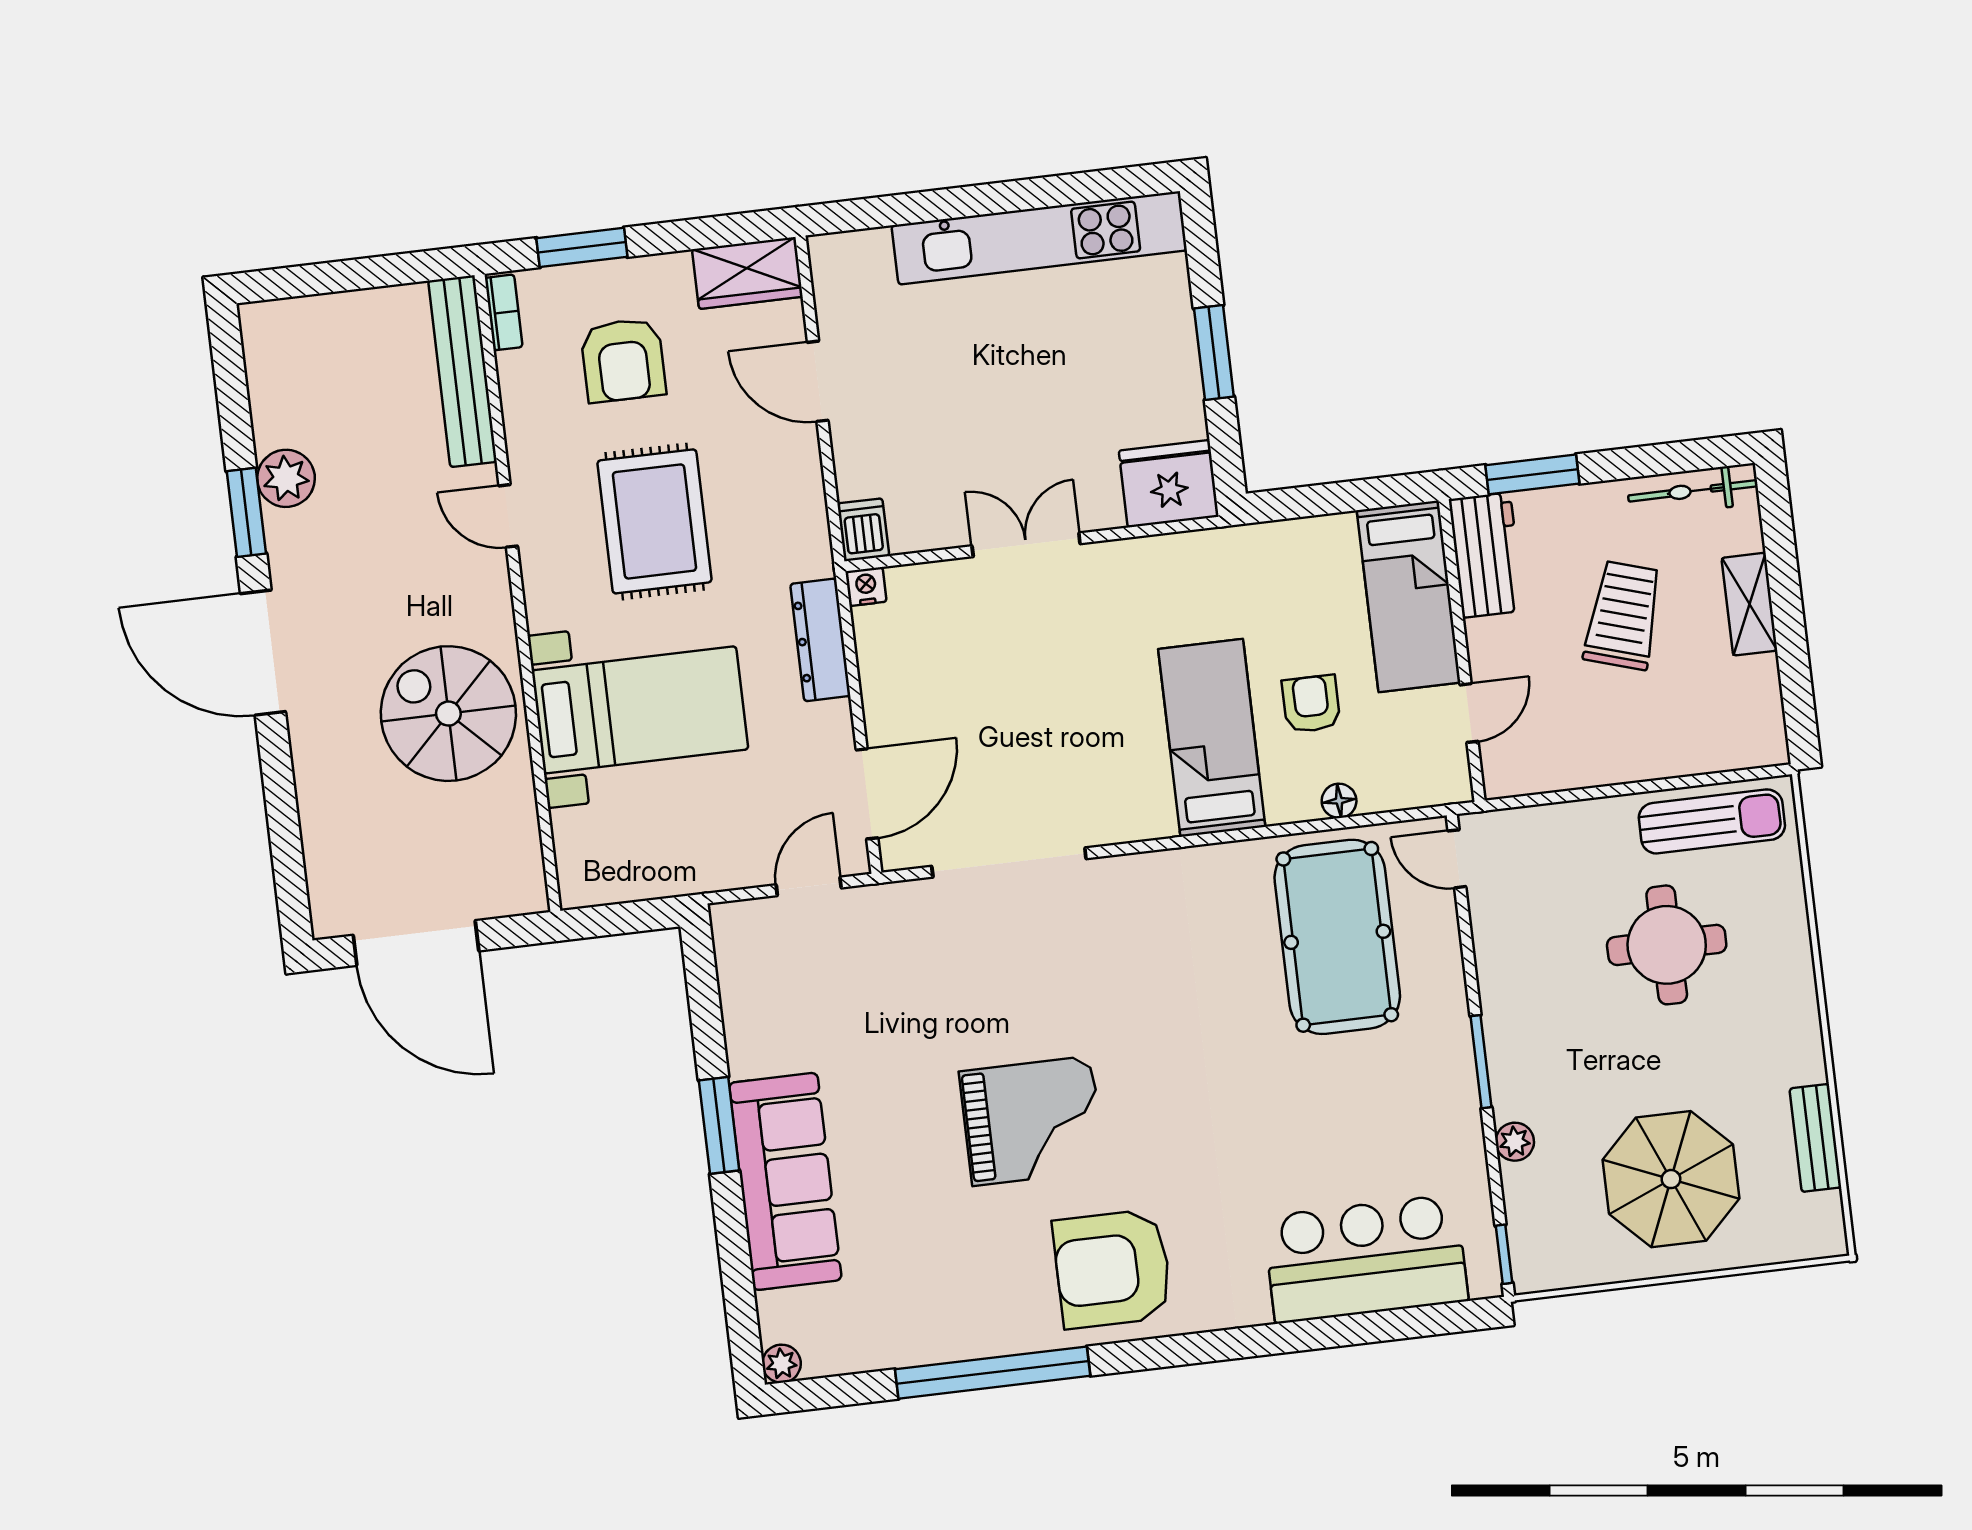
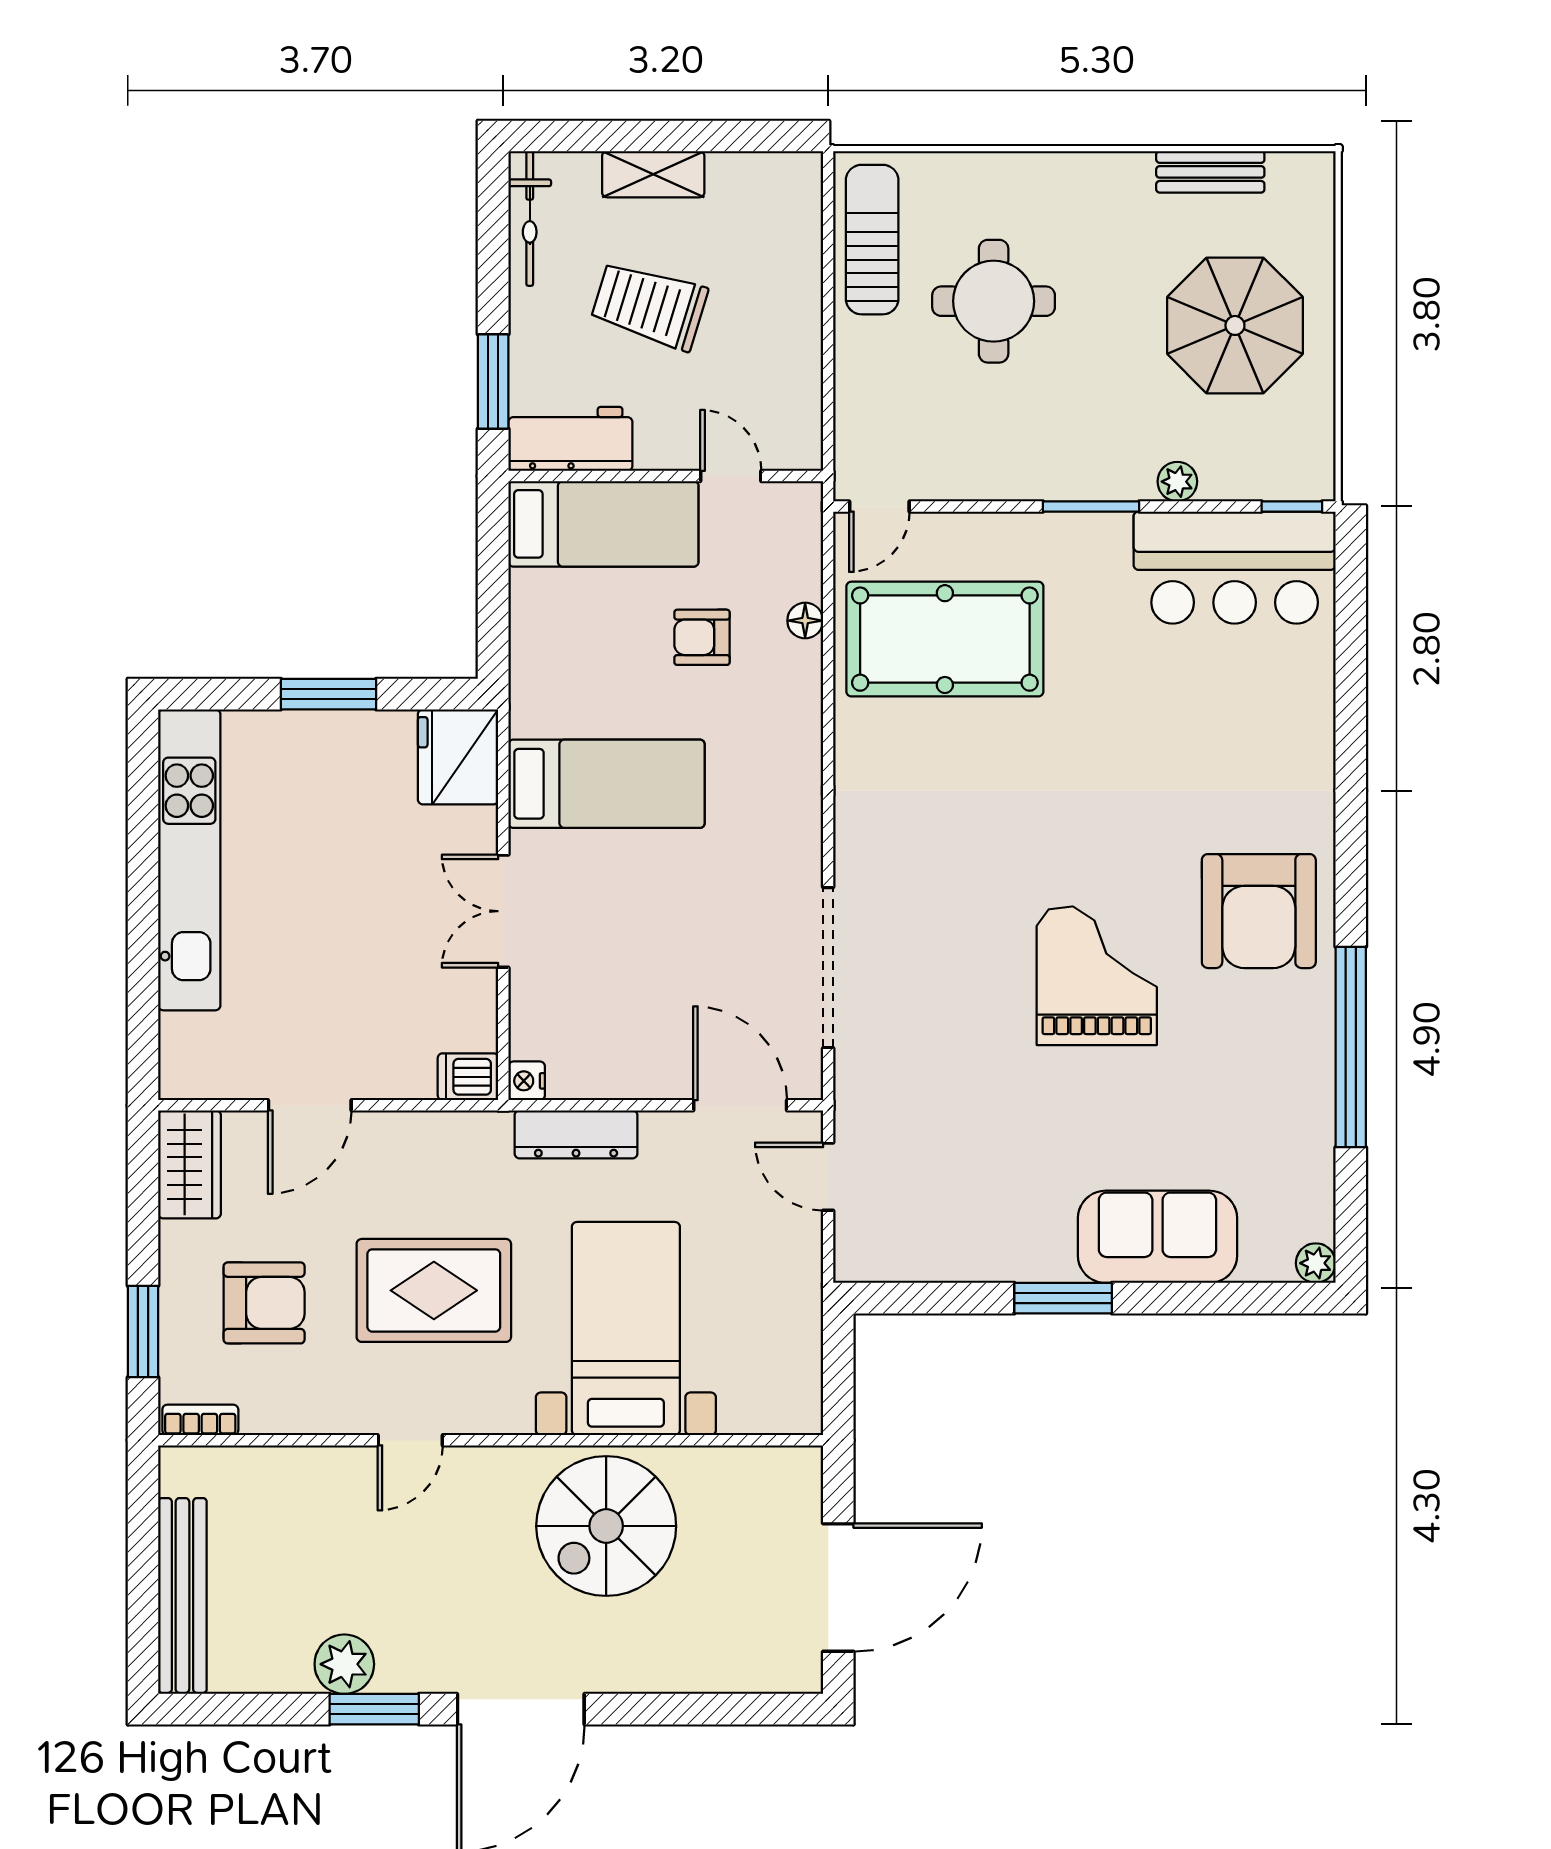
bench: (462, 371) -> (182, 1596), moved, turned 90
bed: (1212, 738) -> (607, 784), moved, turned 180
sofa: (785, 1181) -> (1157, 1237), width x0.73
bar counter: (1366, 1259) -> (1235, 568), moved, turned -90

